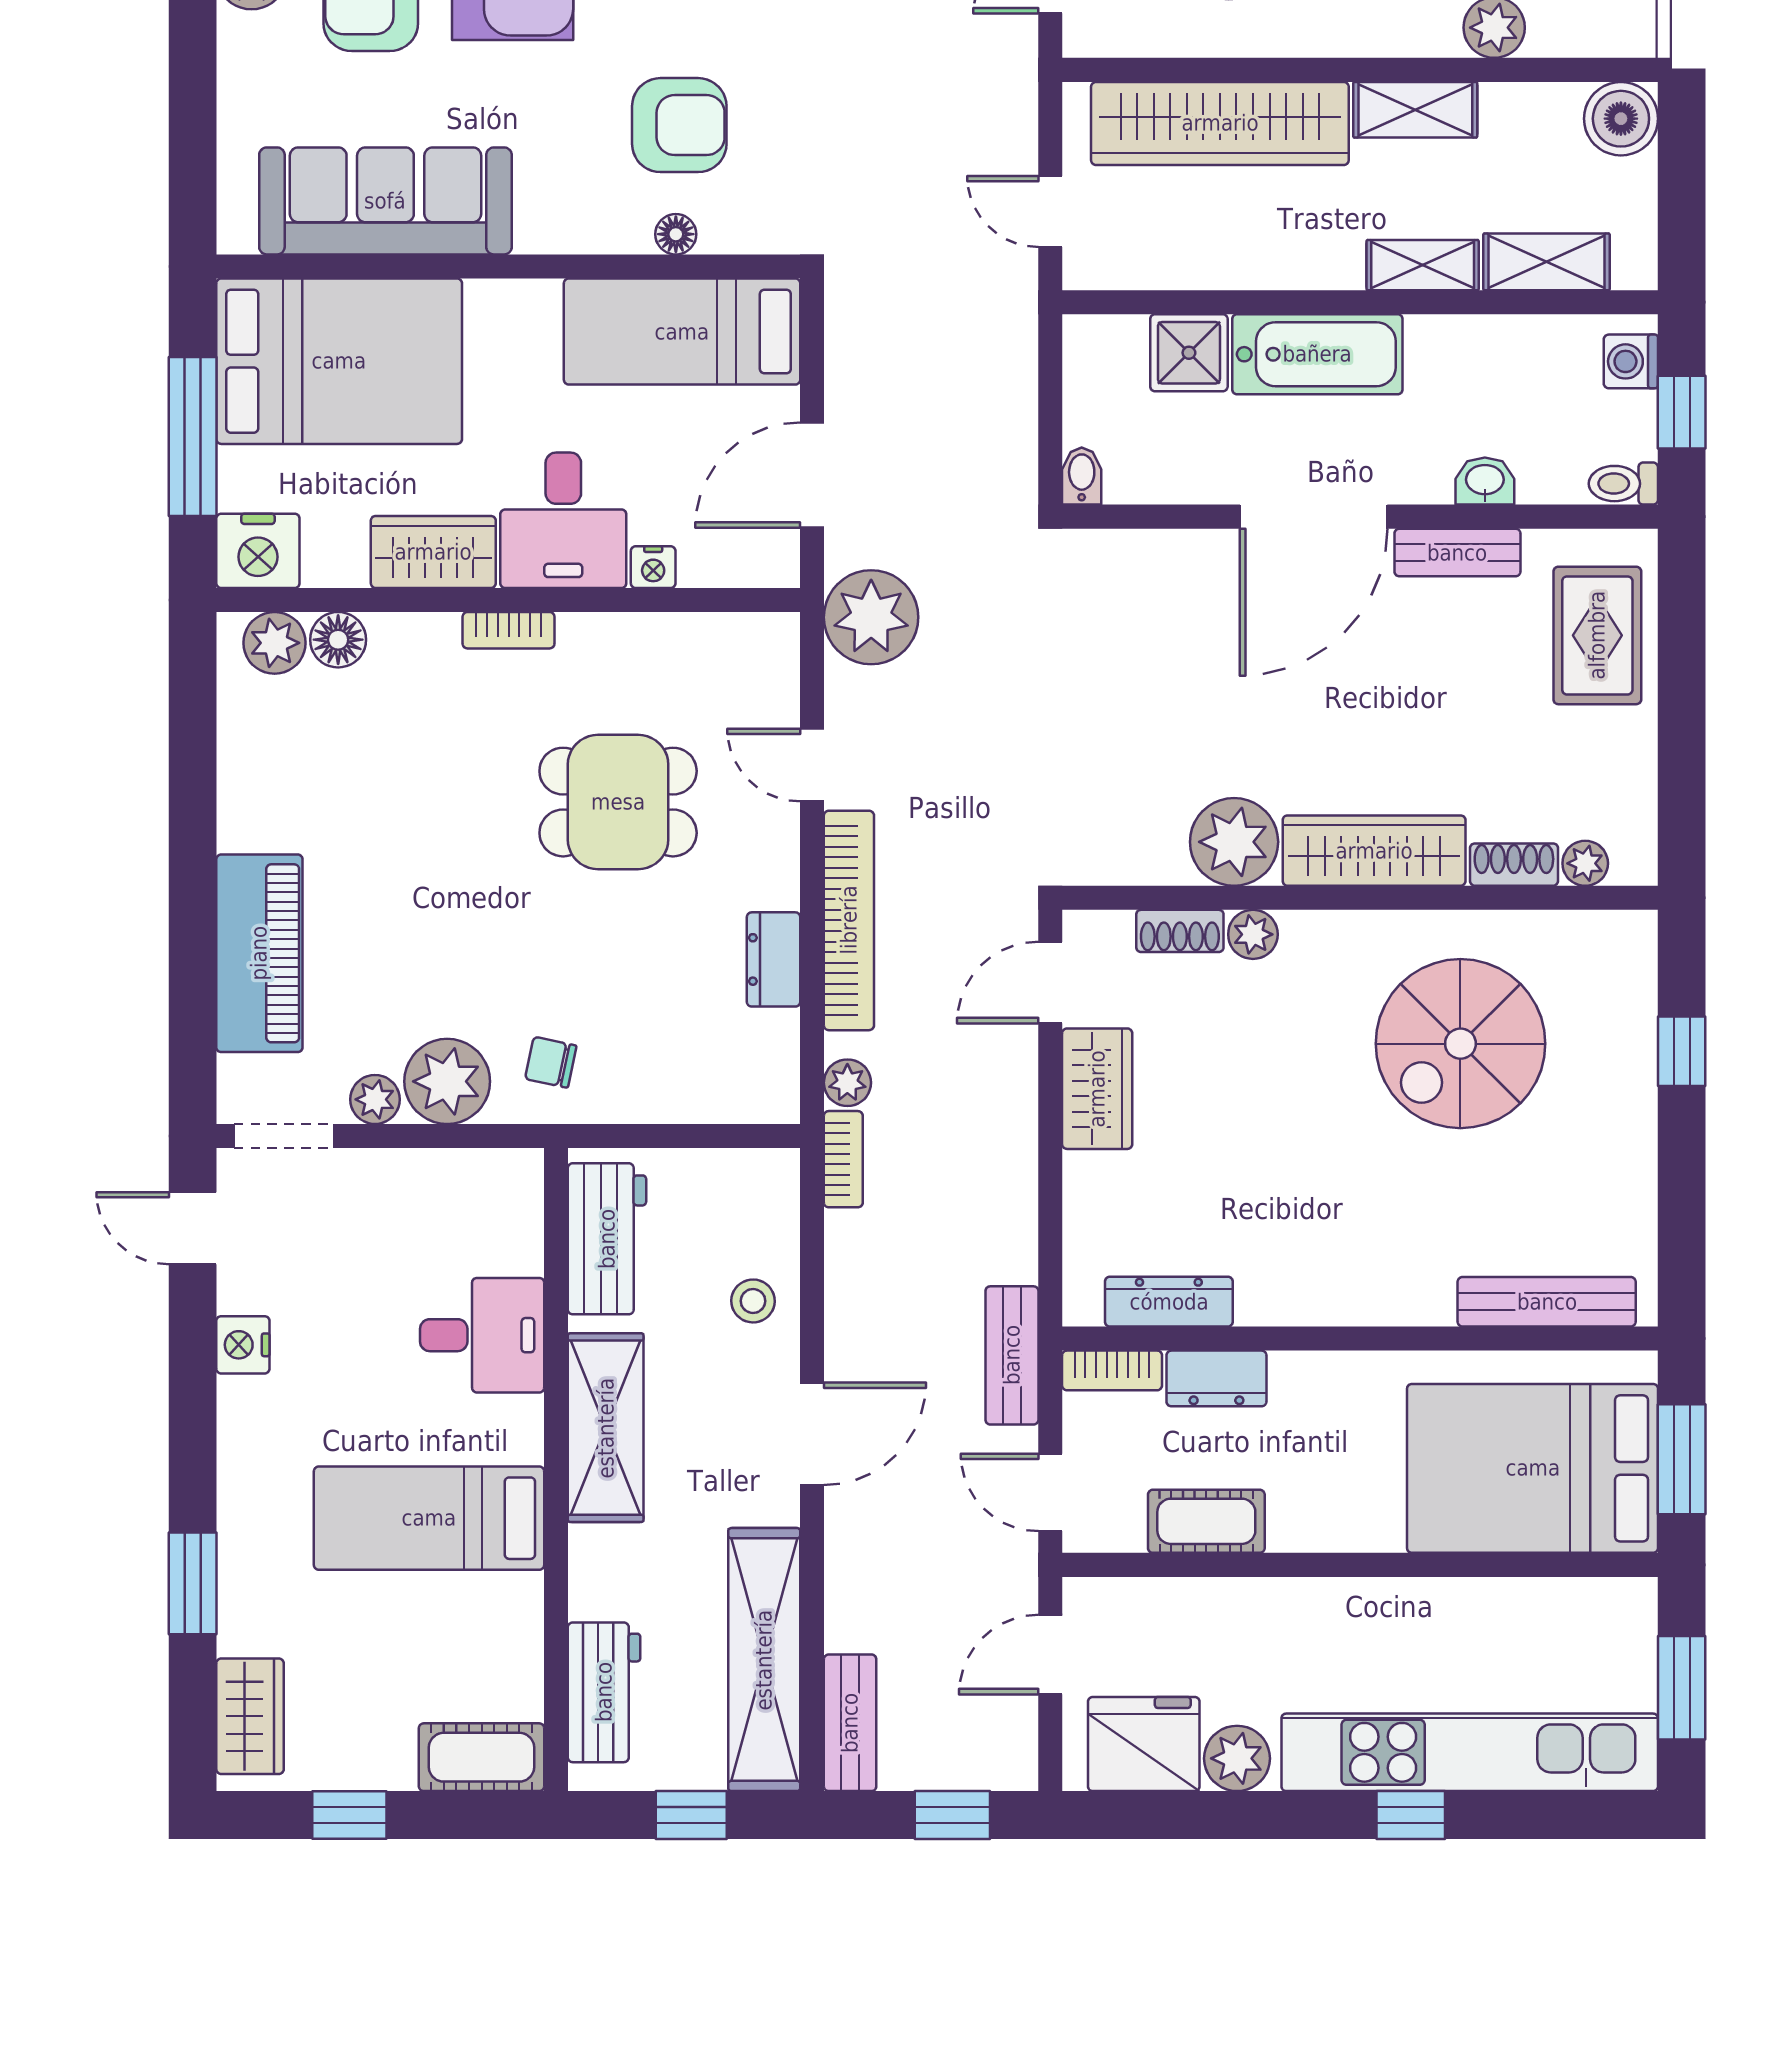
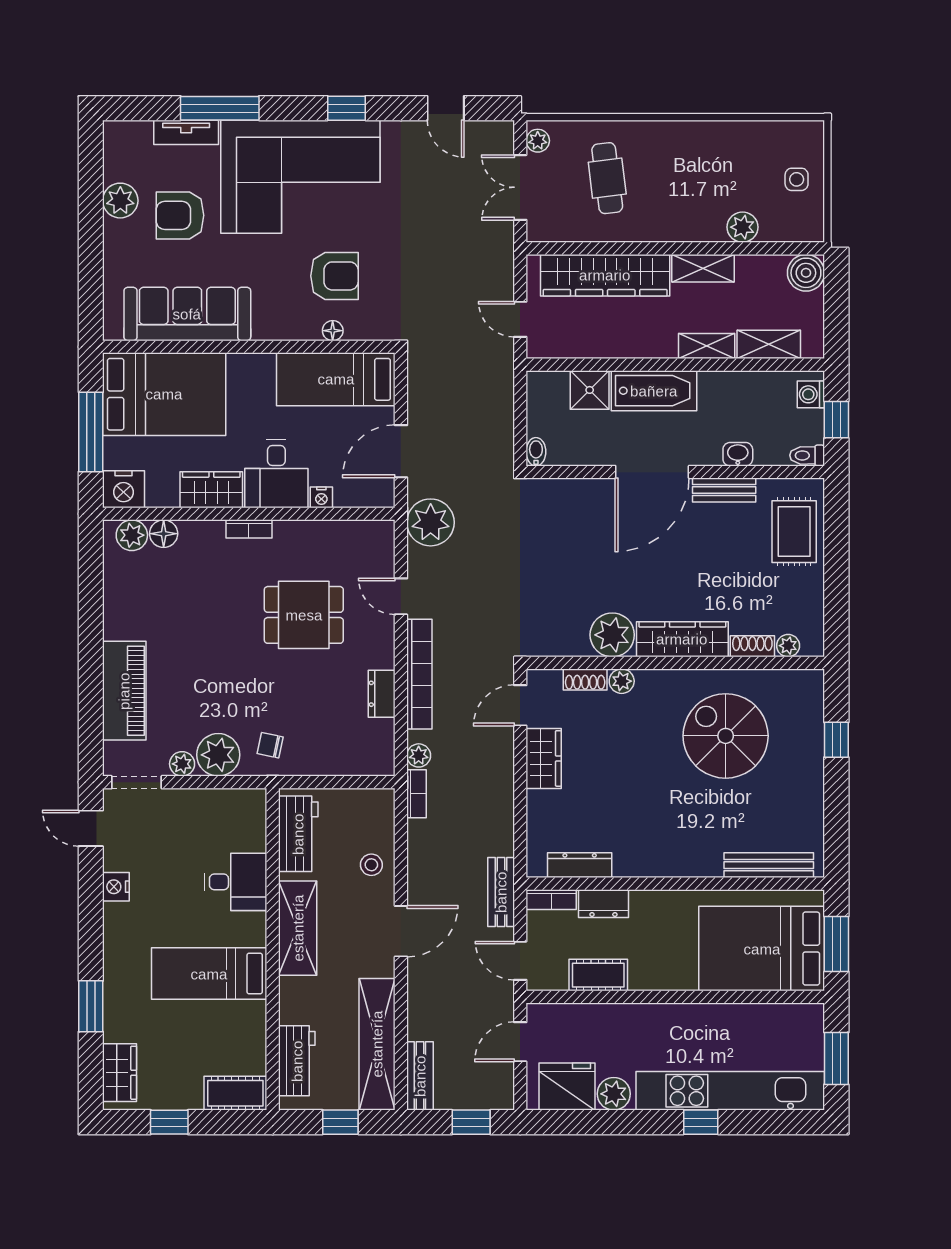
spiral stairs: (1460, 1044) -> (726, 736), turned 90

